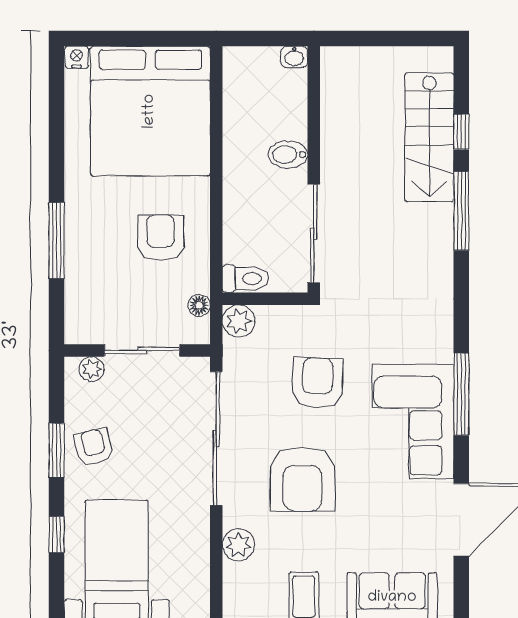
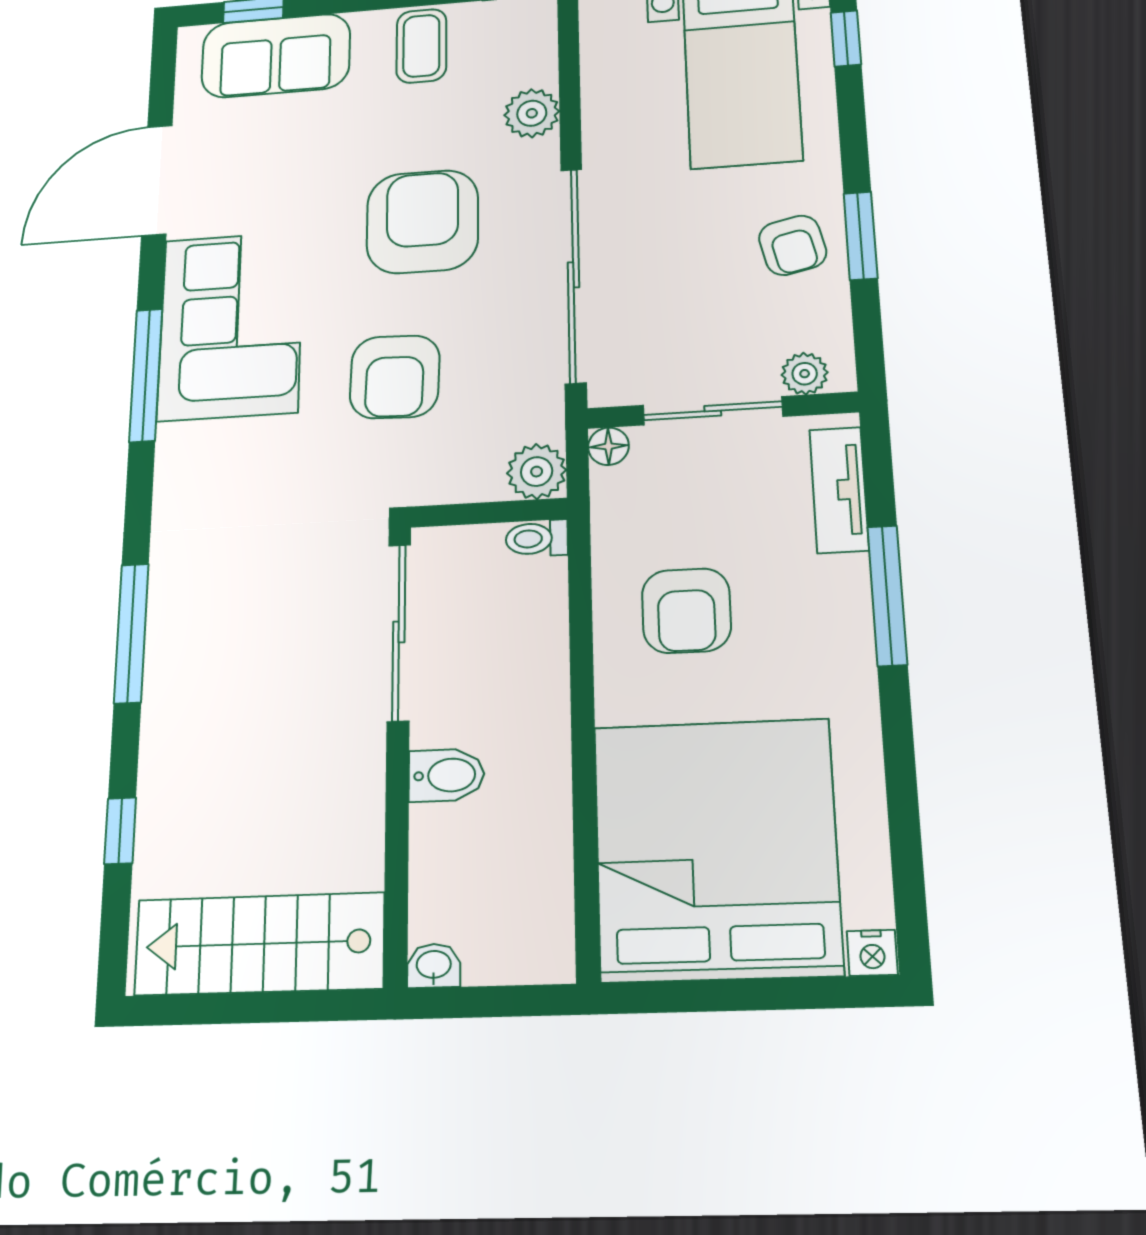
stairs: (429, 137) -> (259, 944), moved, turned -90
window: (461, 211) -> (131, 633), moved
toilet: (245, 279) -> (537, 538), width x0.73, depth x0.72
tv unit: (78, 301) -> (839, 490), added
floor lamp: (199, 305) -> (608, 446), moved
window: (56, 535) -> (846, 38), moved

